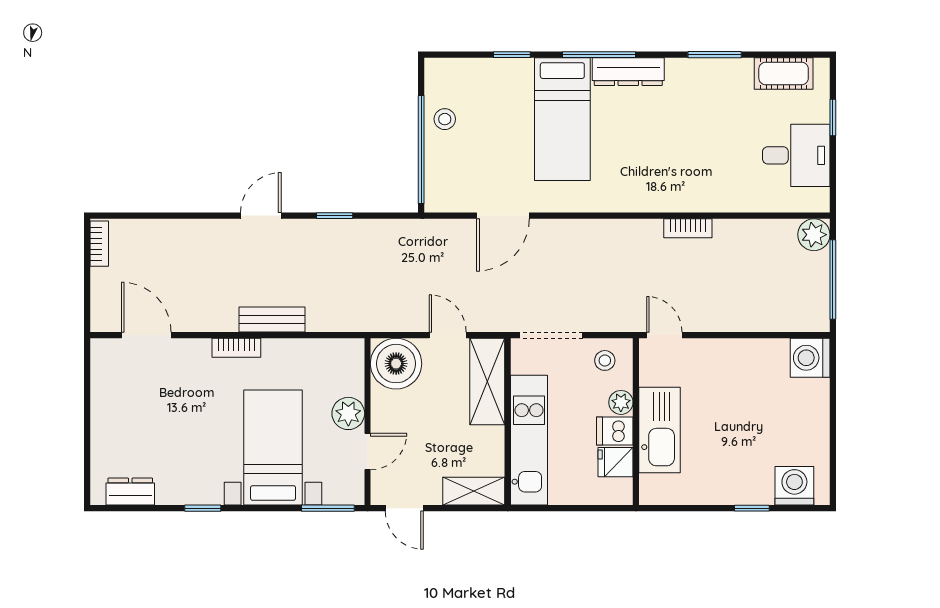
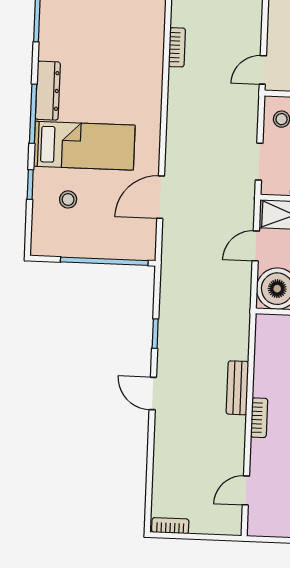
stool: (445, 119) -> (68, 199), moved
door: (503, 216) -> (161, 197), swing flipped
door: (146, 335) -> (246, 490), width x0.73
doorway: (551, 335) -> (259, 162), width x0.73

